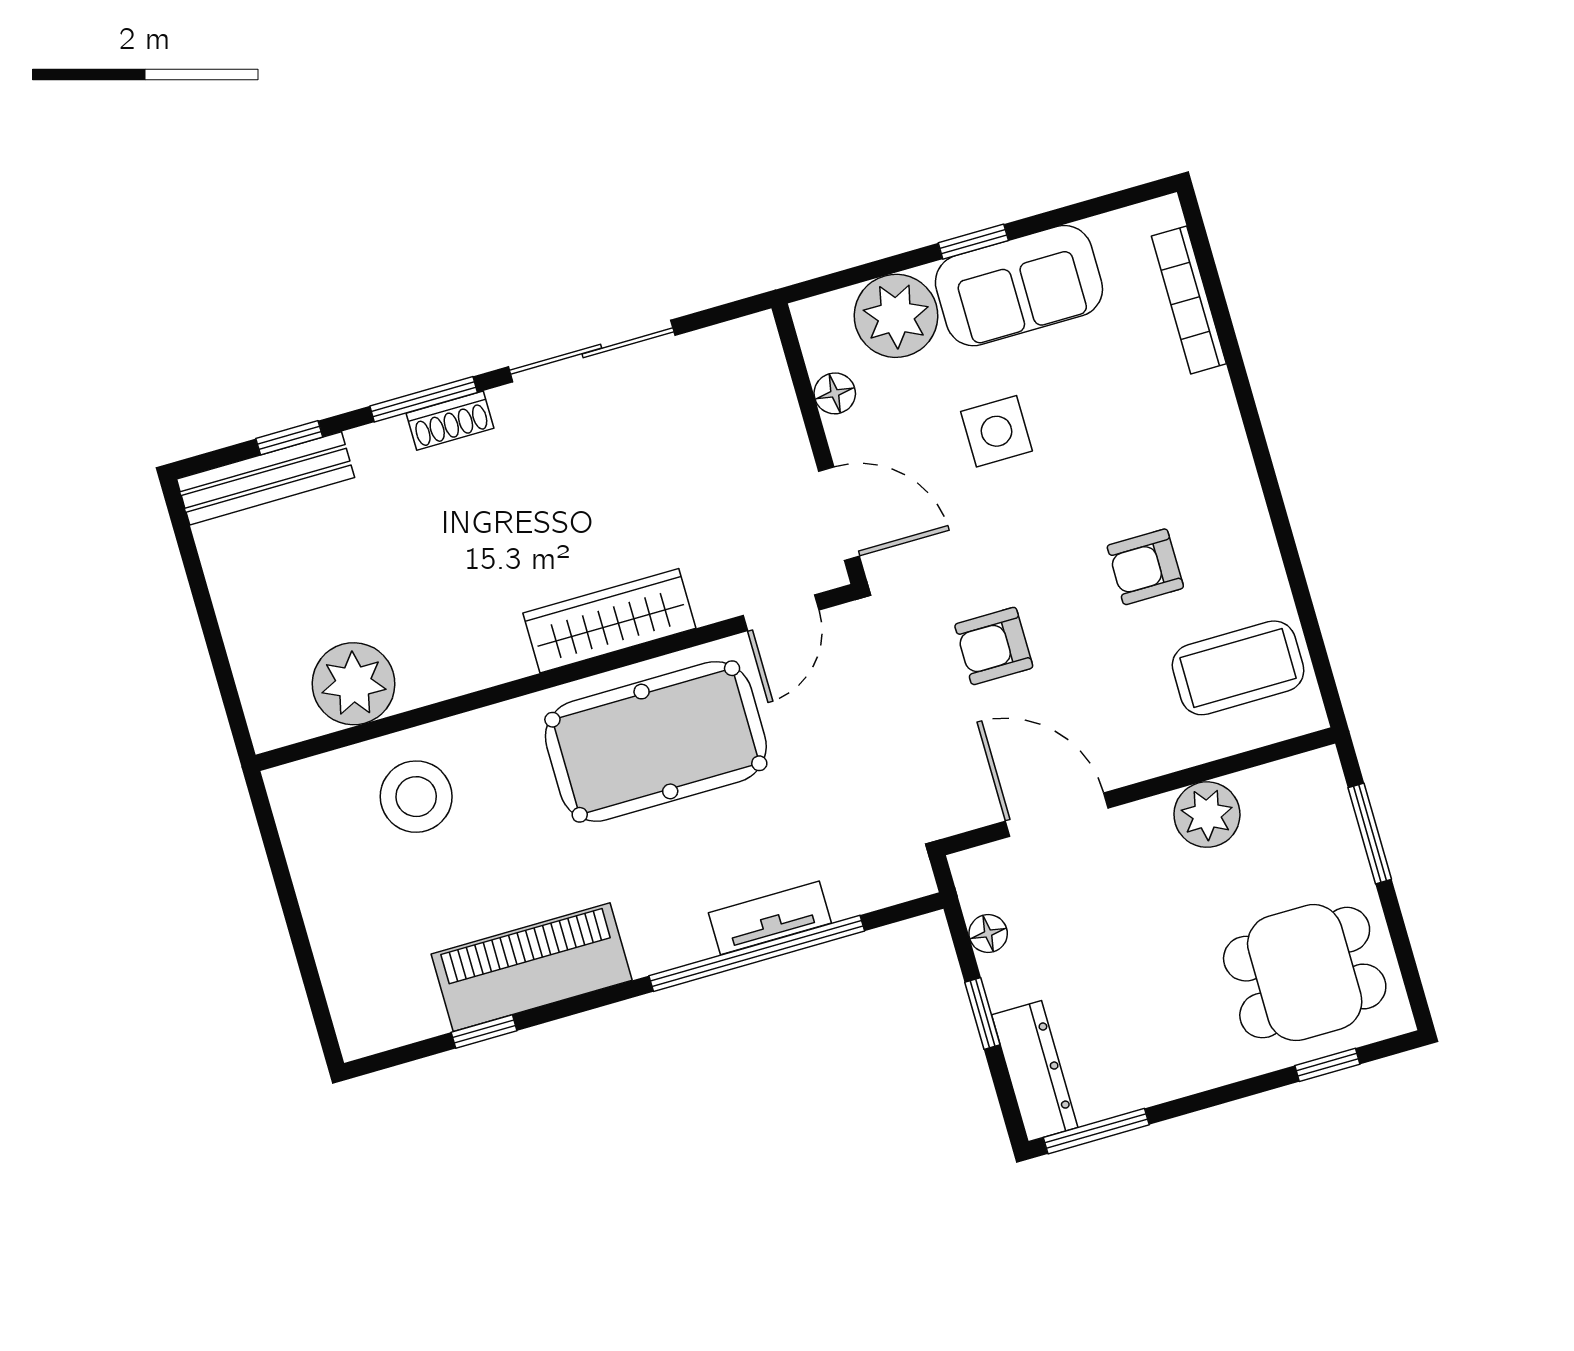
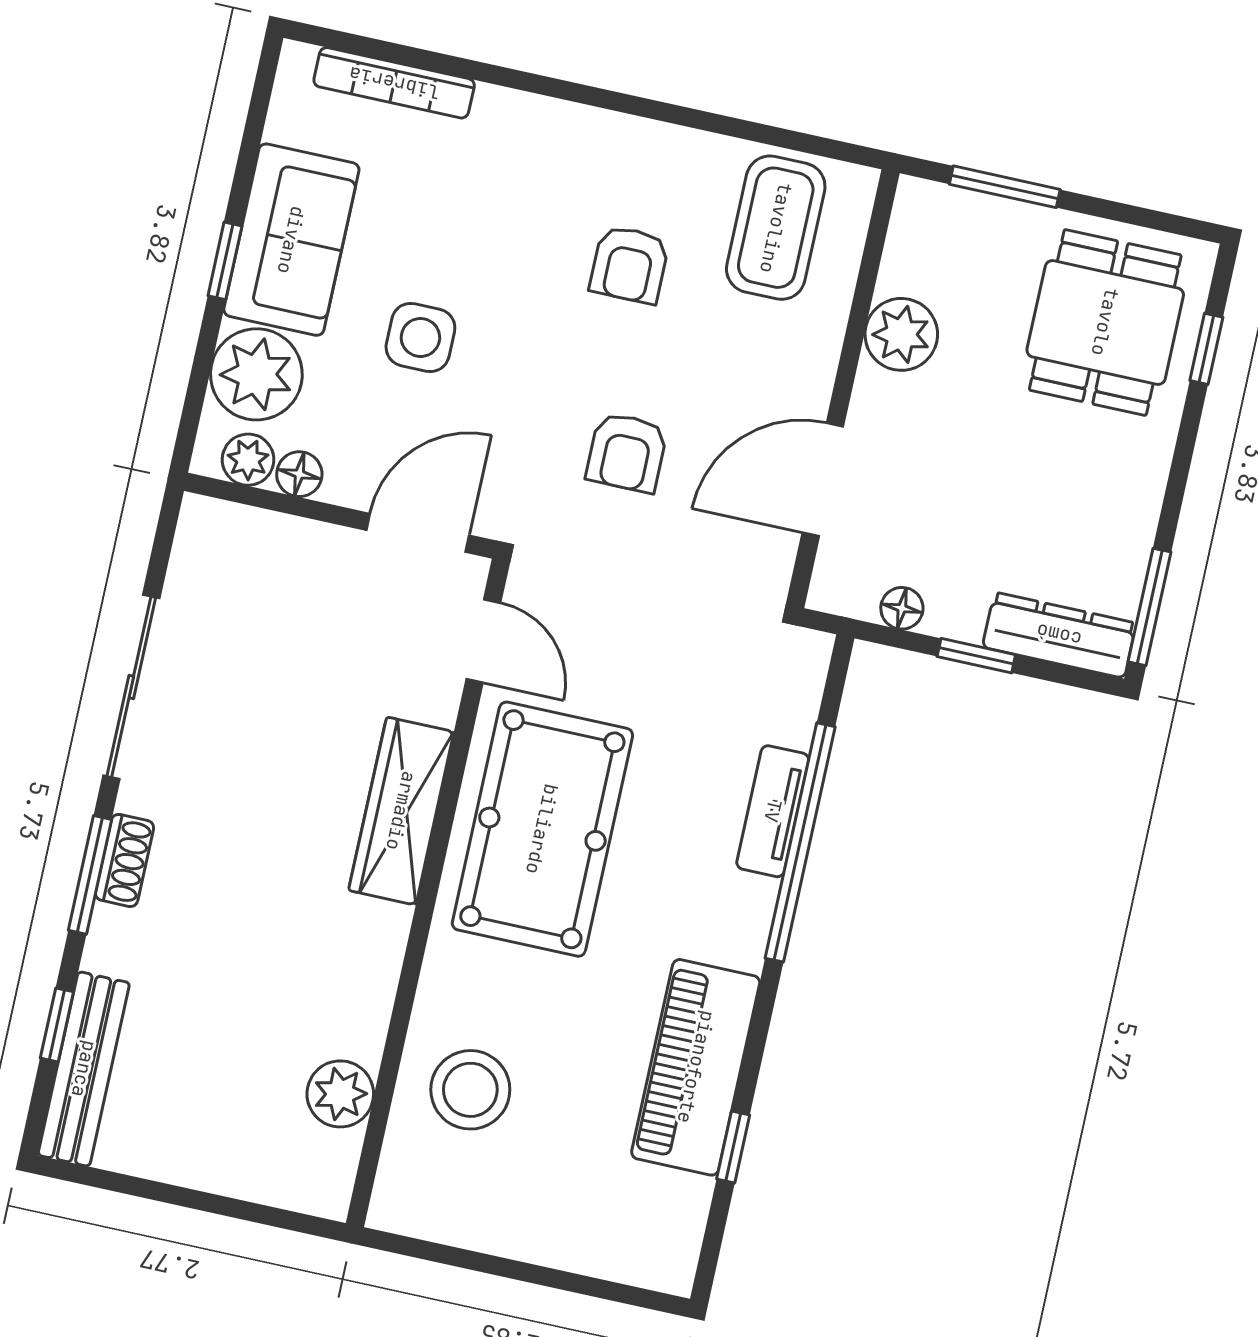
plant: (824, 346) -> (248, 460), added
plant: (354, 684) -> (340, 1094), width x0.73, depth x0.73

